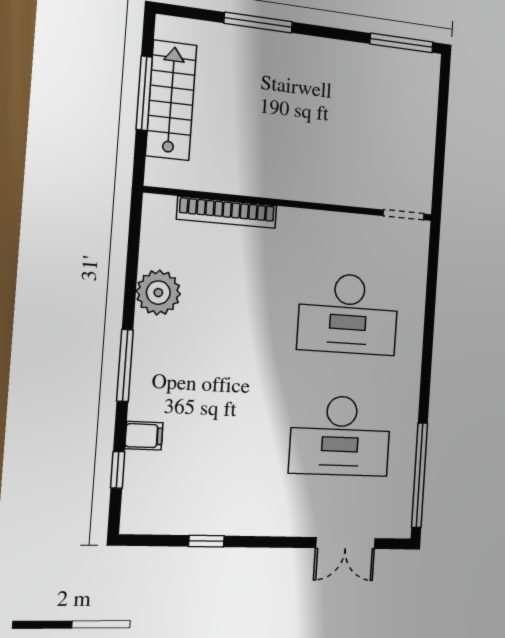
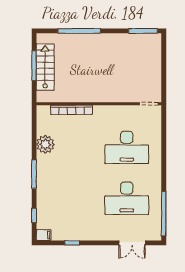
window: (258, 23) -> (79, 31), width x1.46
filing cabinet: (144, 436) -> (44, 235), moved

